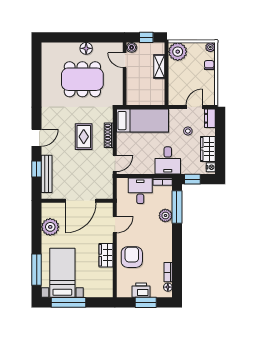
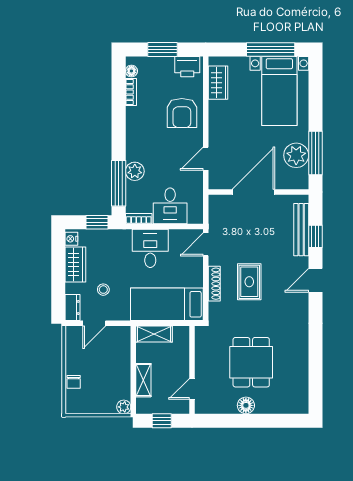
boiler: (132, 47) -> (182, 407), removed
plant: (210, 47) -> (72, 407), removed
plant: (178, 52) -> (124, 407), width x0.53, depth x0.53
door: (125, 60) -> (192, 389), swing flipped
dining table: (82, 79) -> (251, 362), width x0.73
shelving: (152, 99) -> (154, 334), added
desk: (168, 160) -> (150, 248), moved
wardrobe: (106, 255) -> (218, 83), moved
window: (37, 270) -> (315, 153), moved
printer: (141, 290) -> (187, 67), moved

